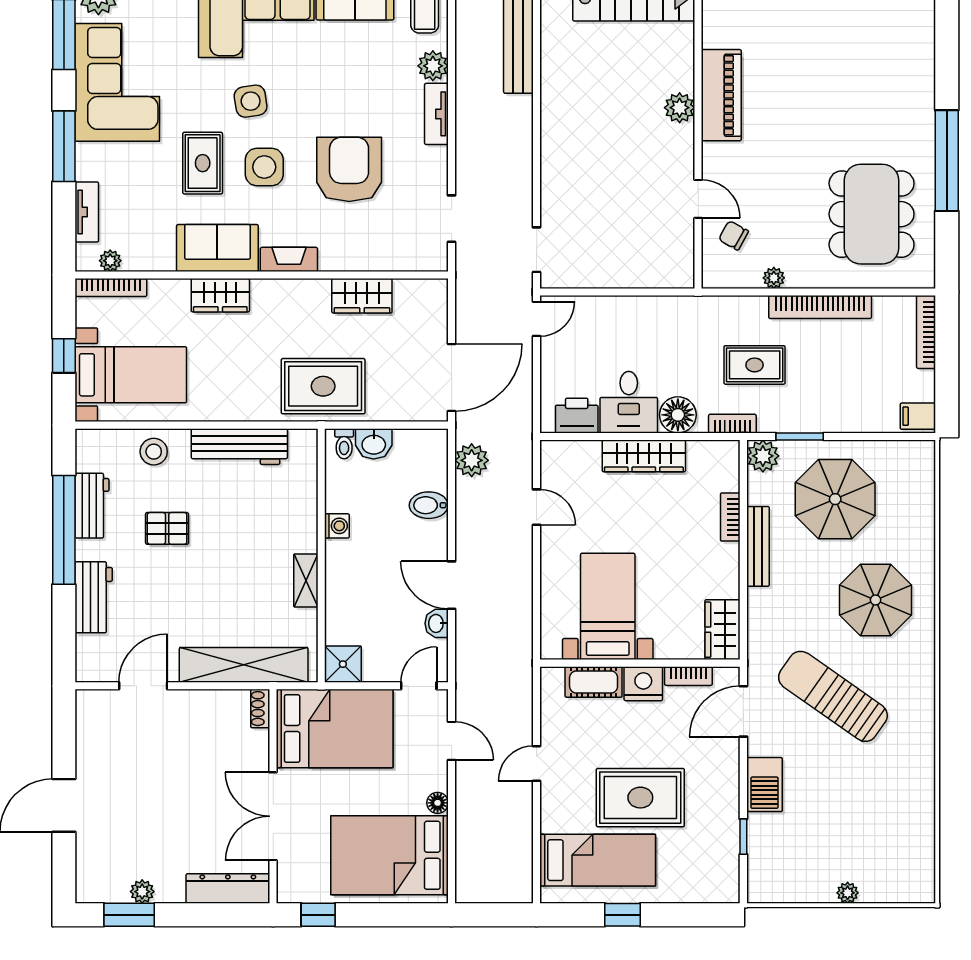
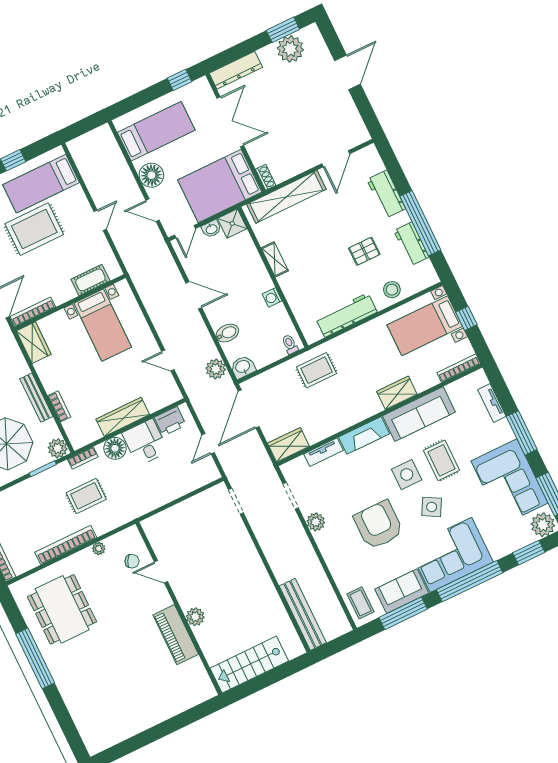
plant: (433, 66) -> (316, 522), moved
side table: (251, 101) -> (432, 507), turned 38
tv unit: (436, 114) -> (324, 452), moved, turned 90
armchair: (349, 169) -> (378, 525), moved, turned 180
sofa: (217, 248) -> (419, 414), width x1.36
fireplace: (289, 259) -> (364, 435), width x1.37, depth x1.32
plant: (110, 261) -> (466, 383), removed
wardrobe: (362, 296) -> (288, 445), moved
door: (537, 319) -> (208, 444), moved
rug: (323, 386) -> (317, 370), width x0.73, depth x0.70
washbasin: (374, 444) -> (243, 367), moved
washbasin: (437, 623) -> (211, 229), moved, turned 90
bookcase: (688, 676) -> (33, 312), width x1.56
nightstand: (643, 684) -> (63, 292), removed
floor lamp: (438, 803) -> (151, 175), width x1.89, depth x1.89
bed: (390, 855) -> (156, 131), width x0.67
plant: (142, 892) -> (290, 49), width x1.88, depth x1.88

